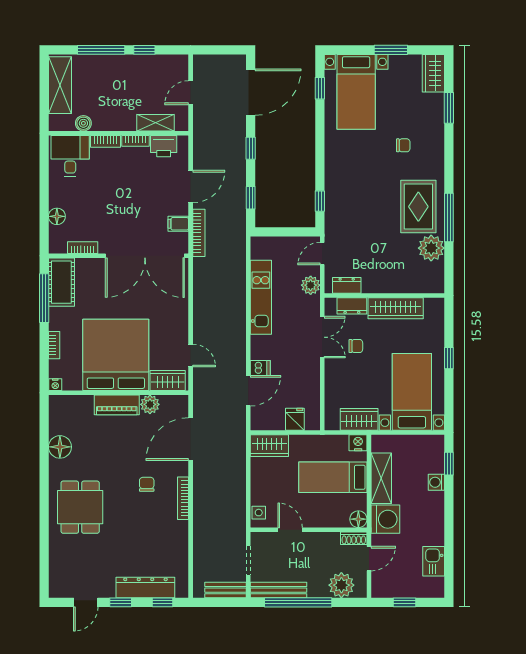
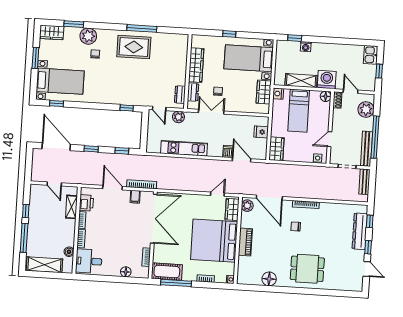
plant: (431, 248) -> (88, 36), moved
plant: (150, 404) -> (247, 206), moved
kitchen sink: (434, 561) -> (371, 55), moved, turned 90

